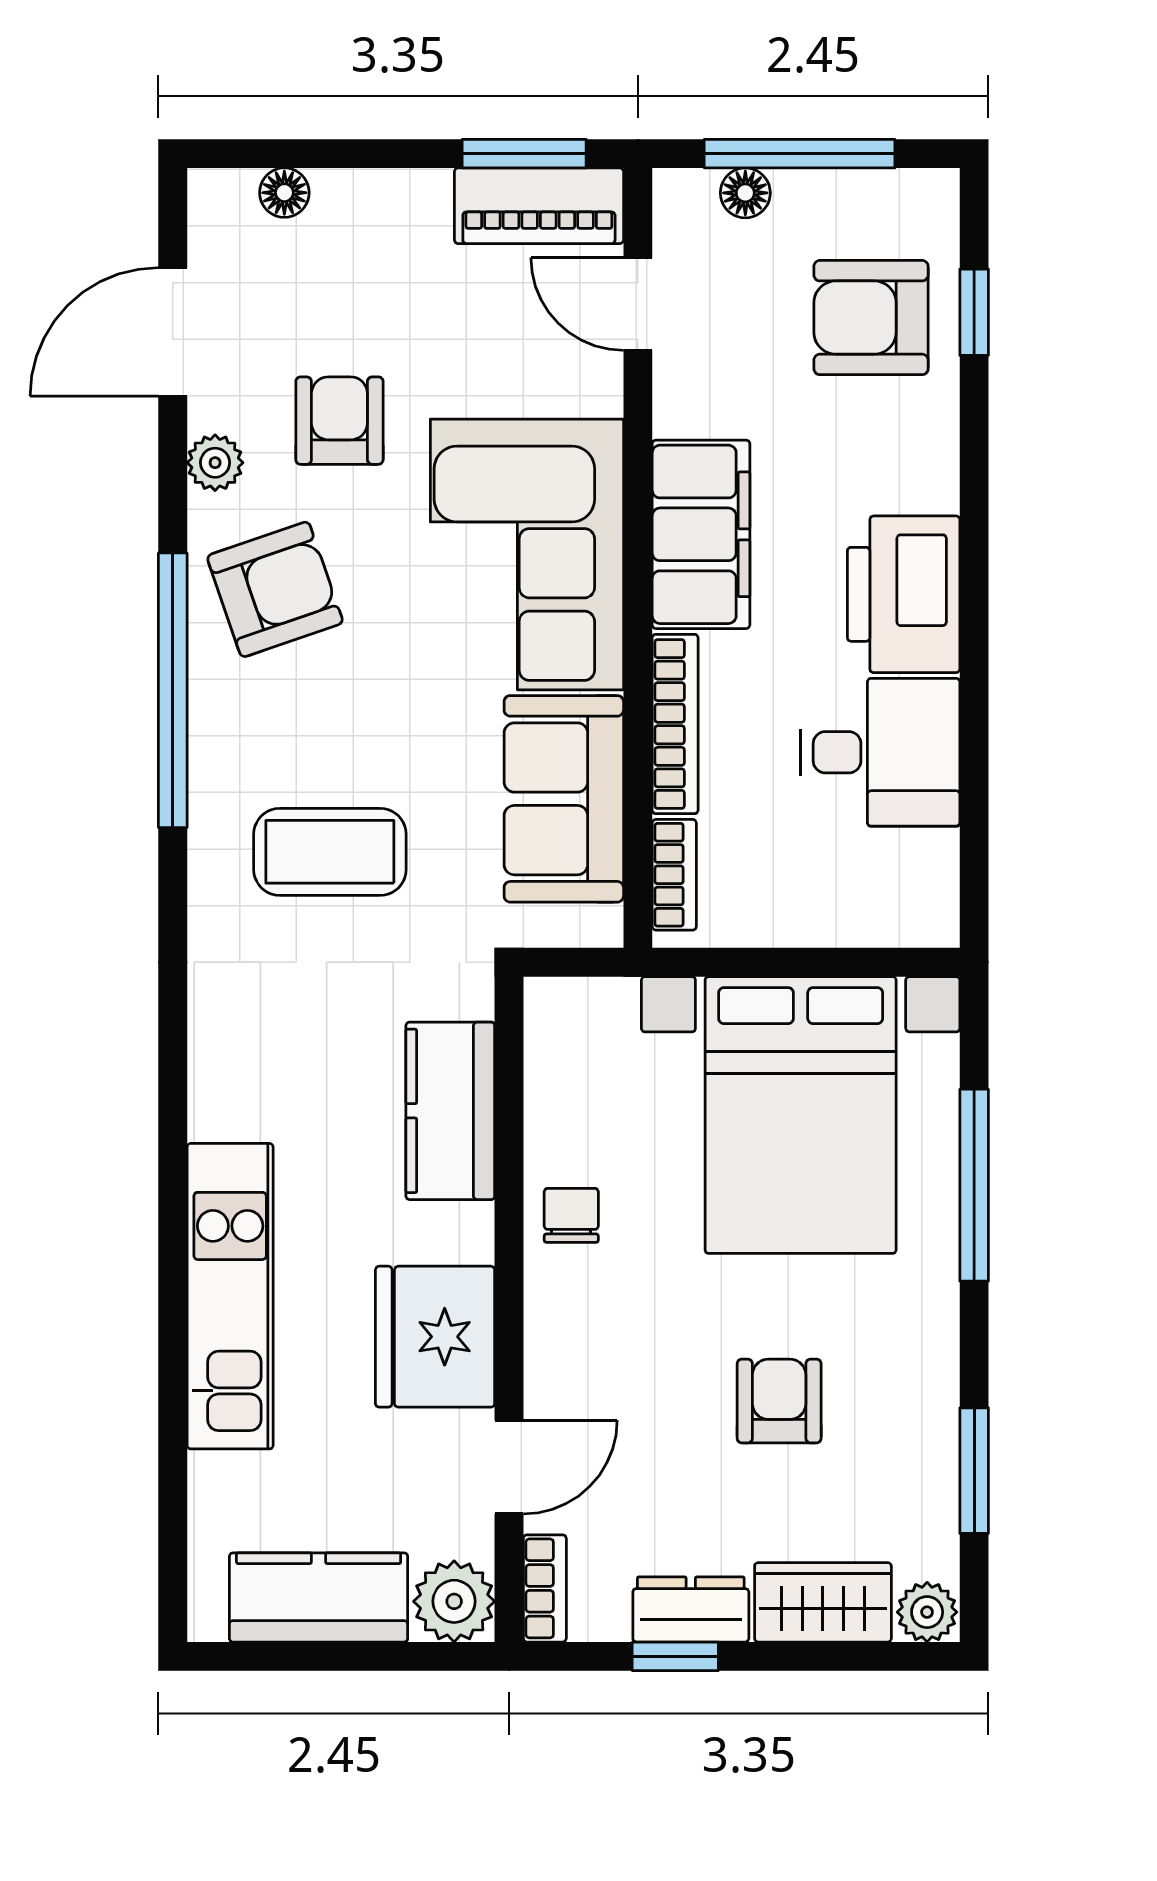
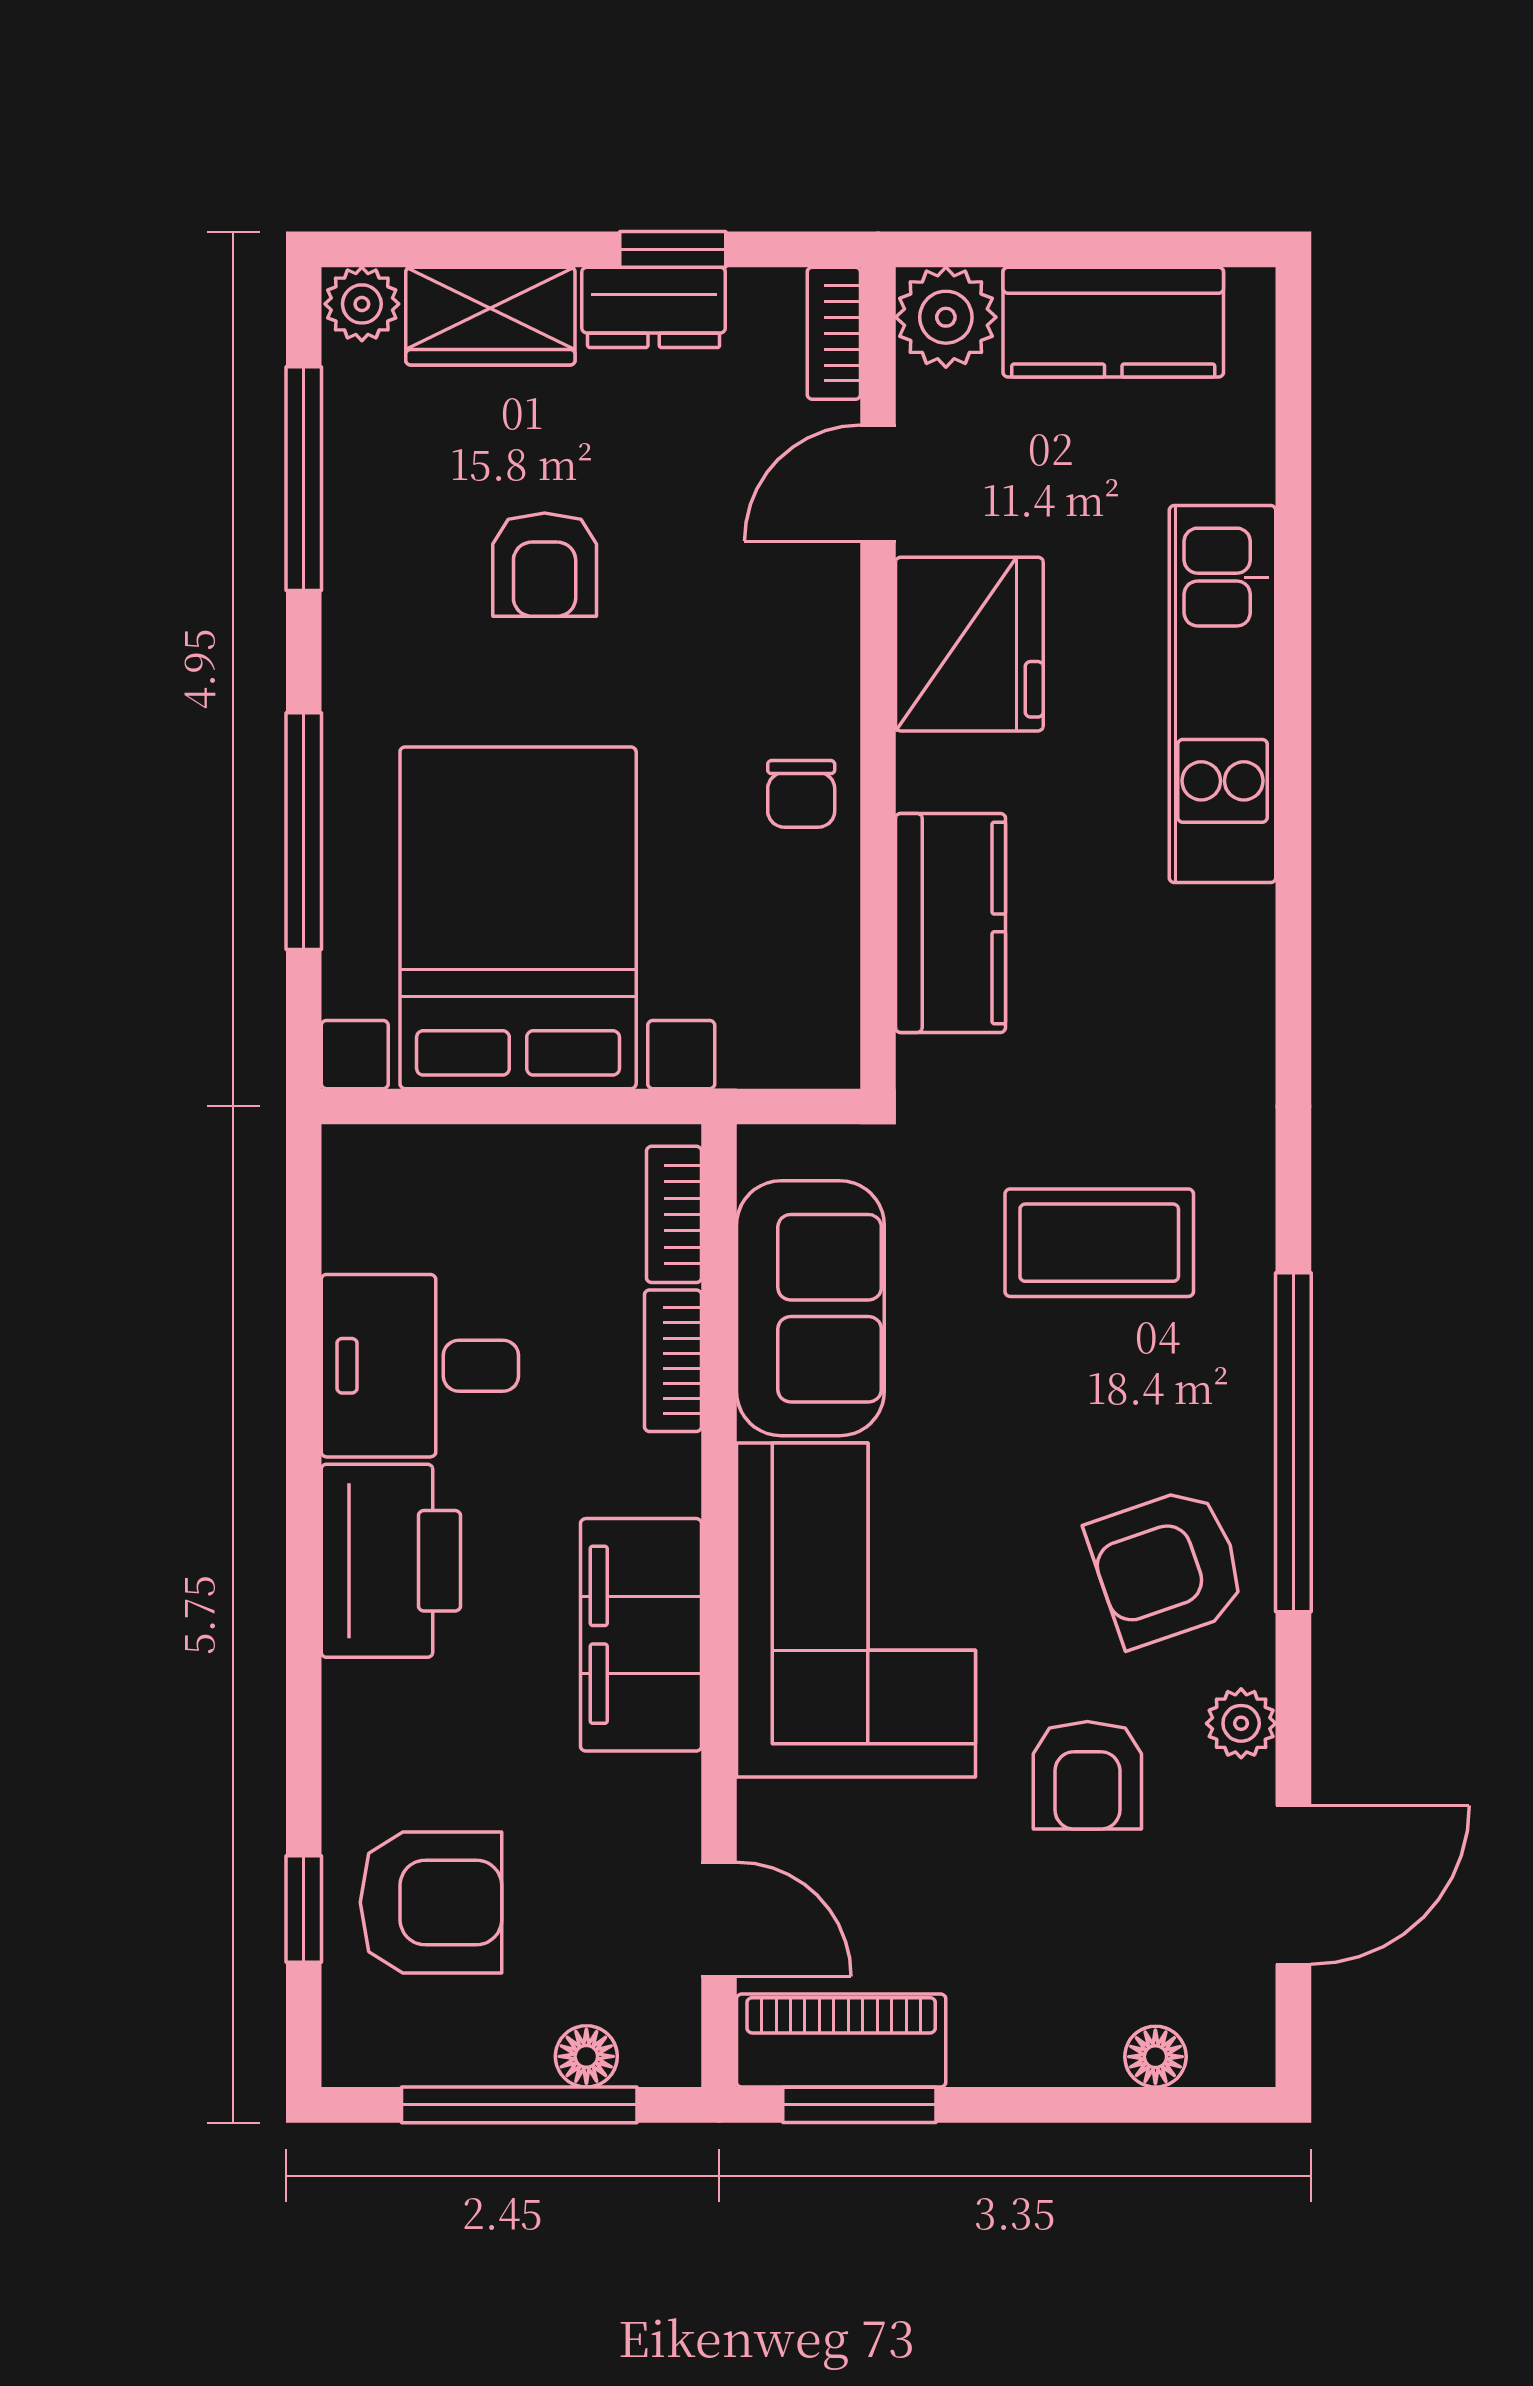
bookcase: (675, 724) -> (673, 1361), width x0.64
window: (974, 1471) -> (304, 479), width x1.44

